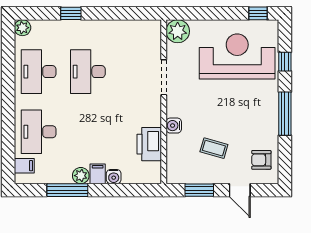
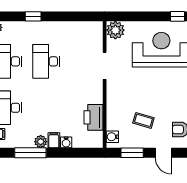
water cooler: (174, 126) -> (112, 137), moved

